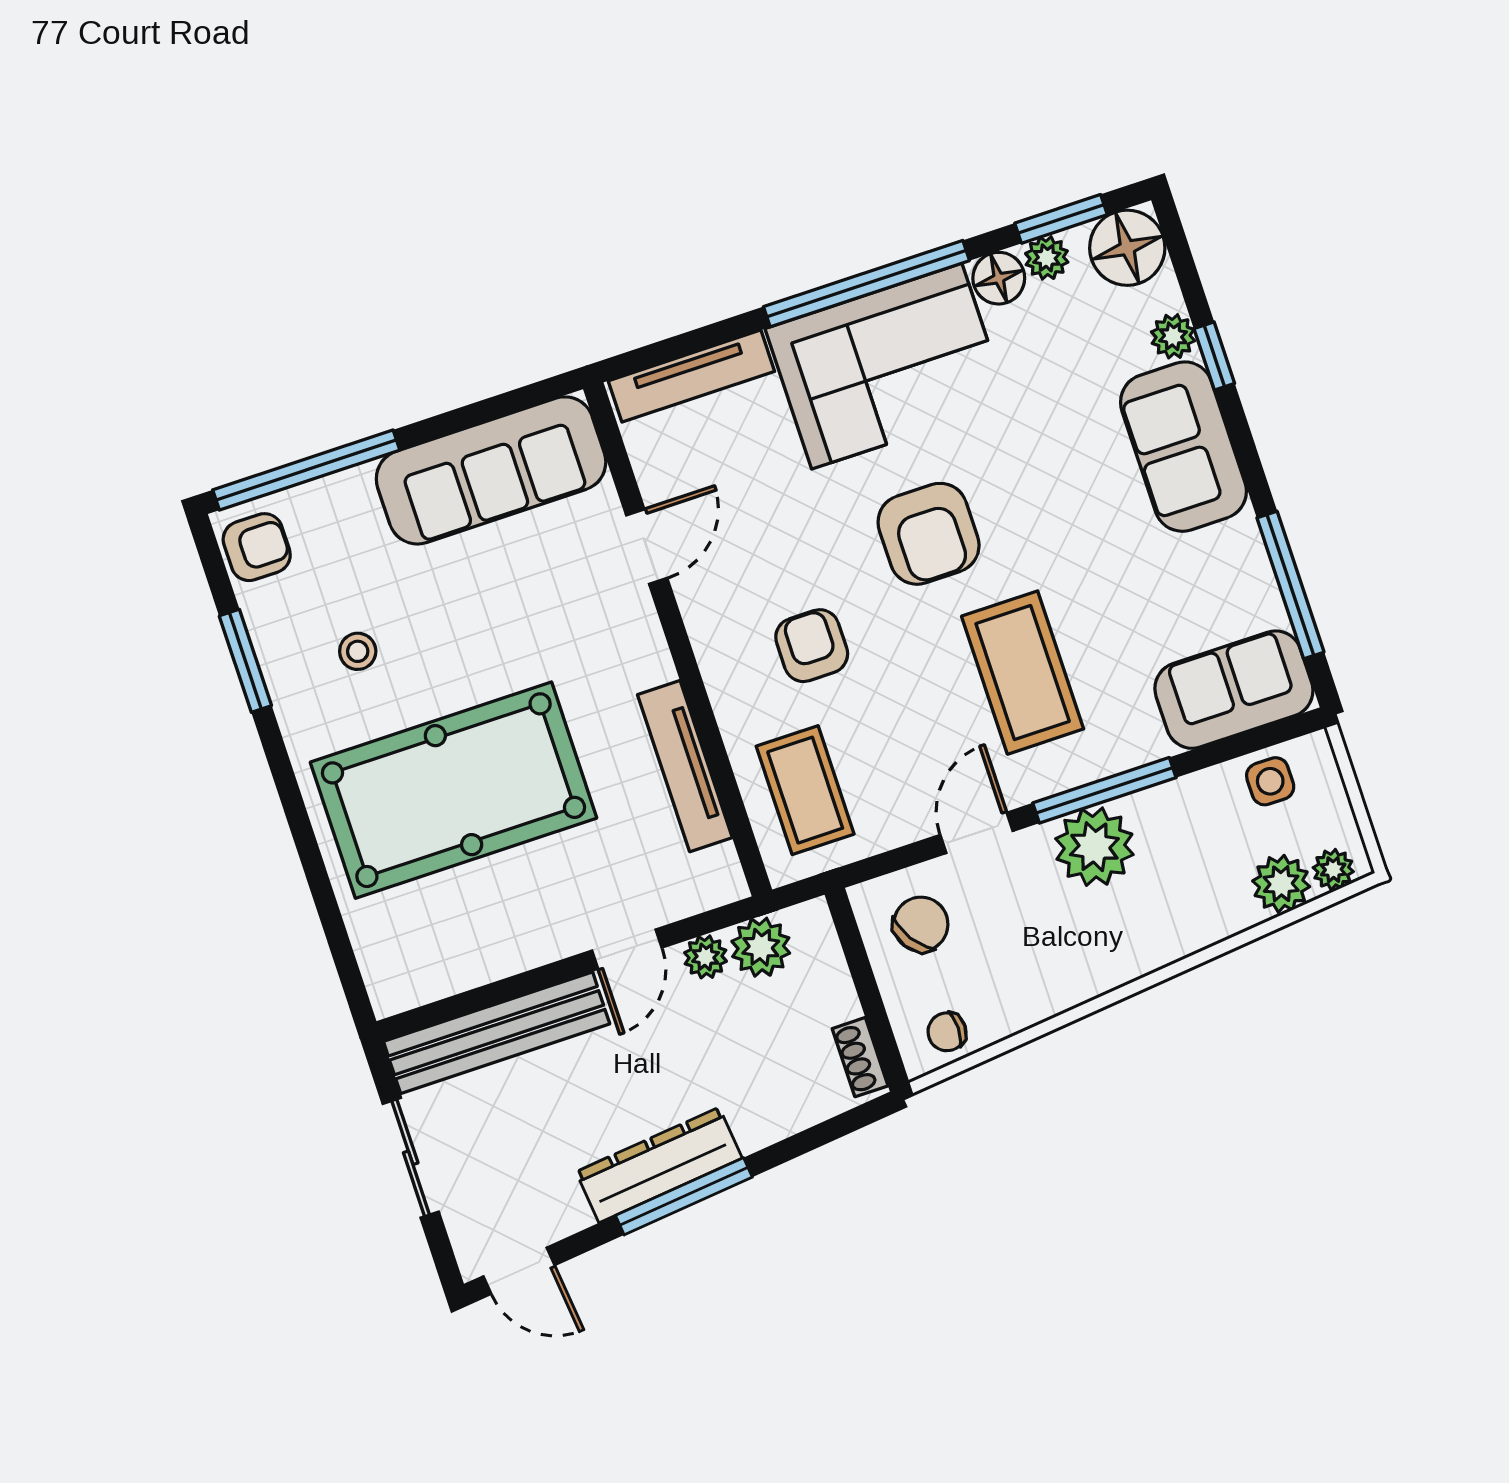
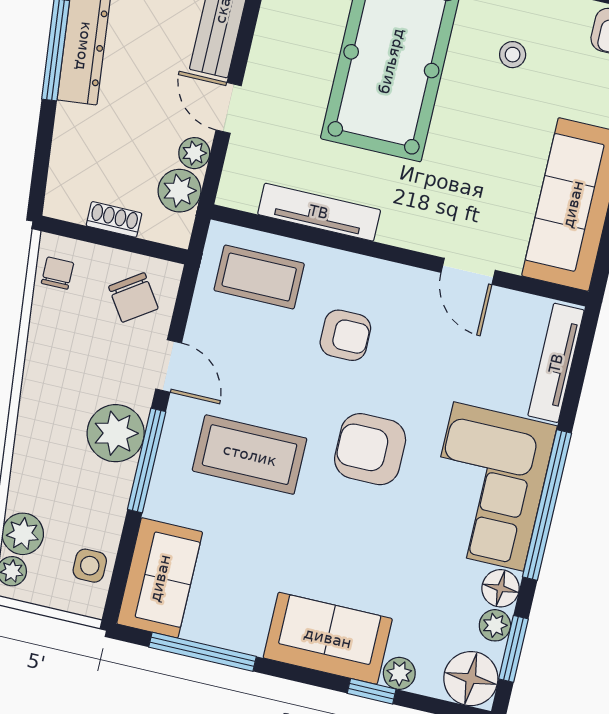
shoe rack: (860, 1057) -> (114, 219), moved

